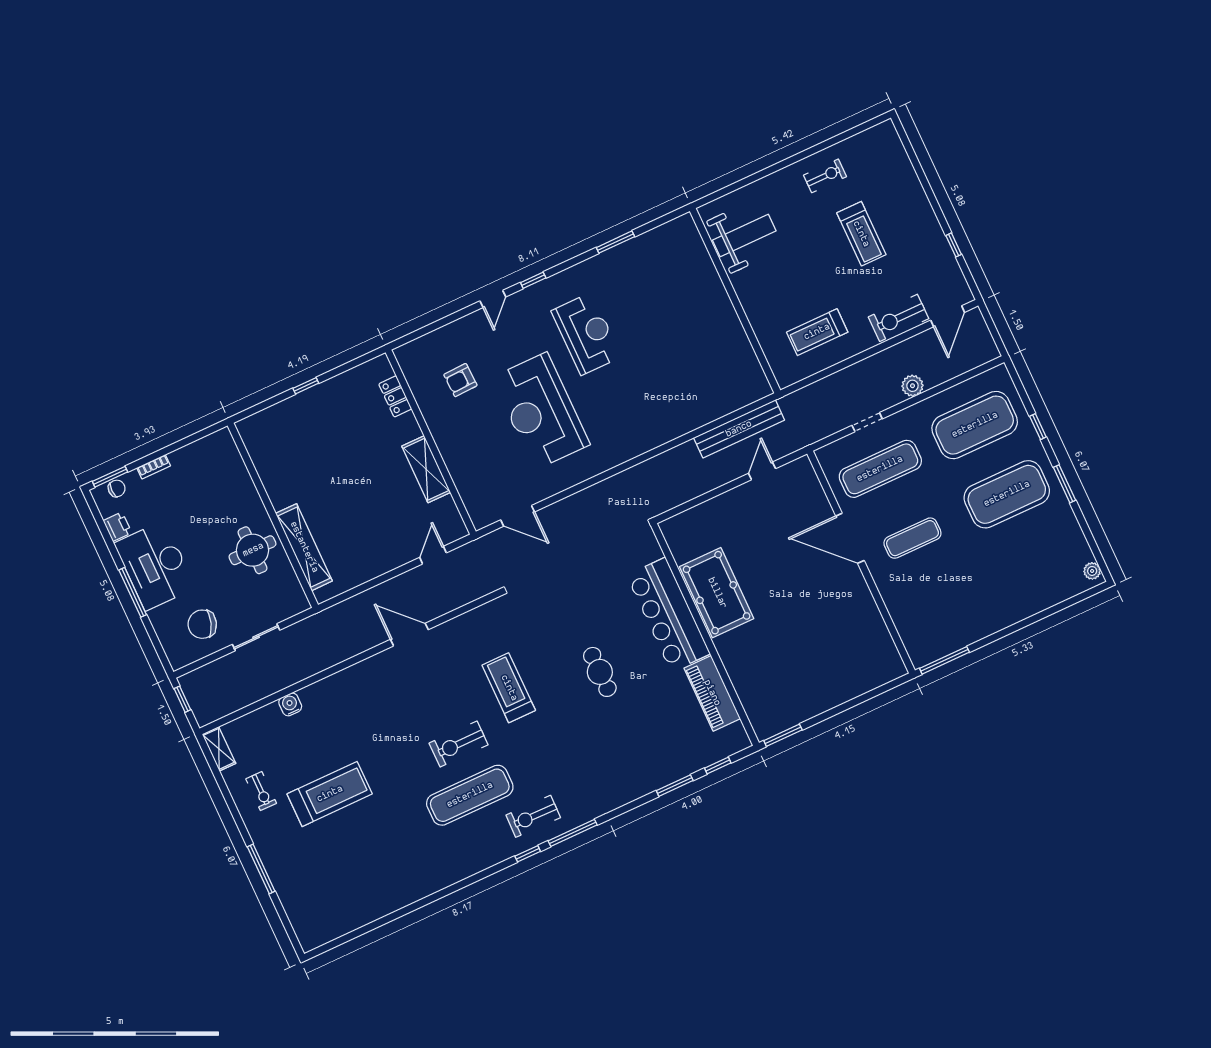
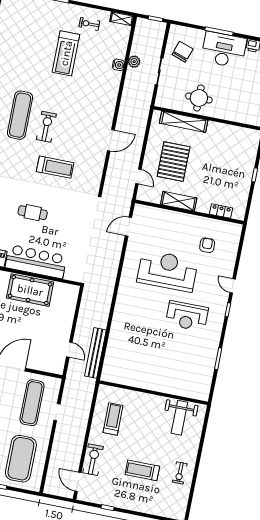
plant: (912, 386) -> (134, 62), moved
pallet: (373, 519) -> (174, 162), added

